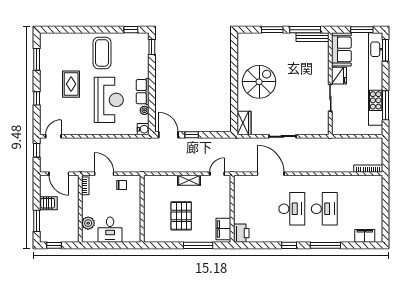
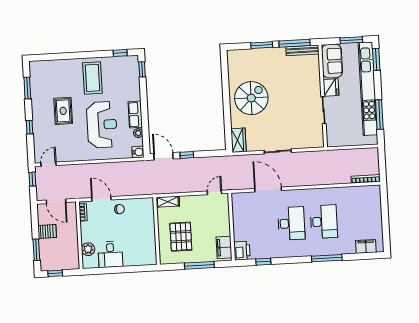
shelving: (189, 180) -> (168, 202), moved
wall: (142, 209) -> (157, 231), moved
window: (289, 245) -> (263, 262), moved

